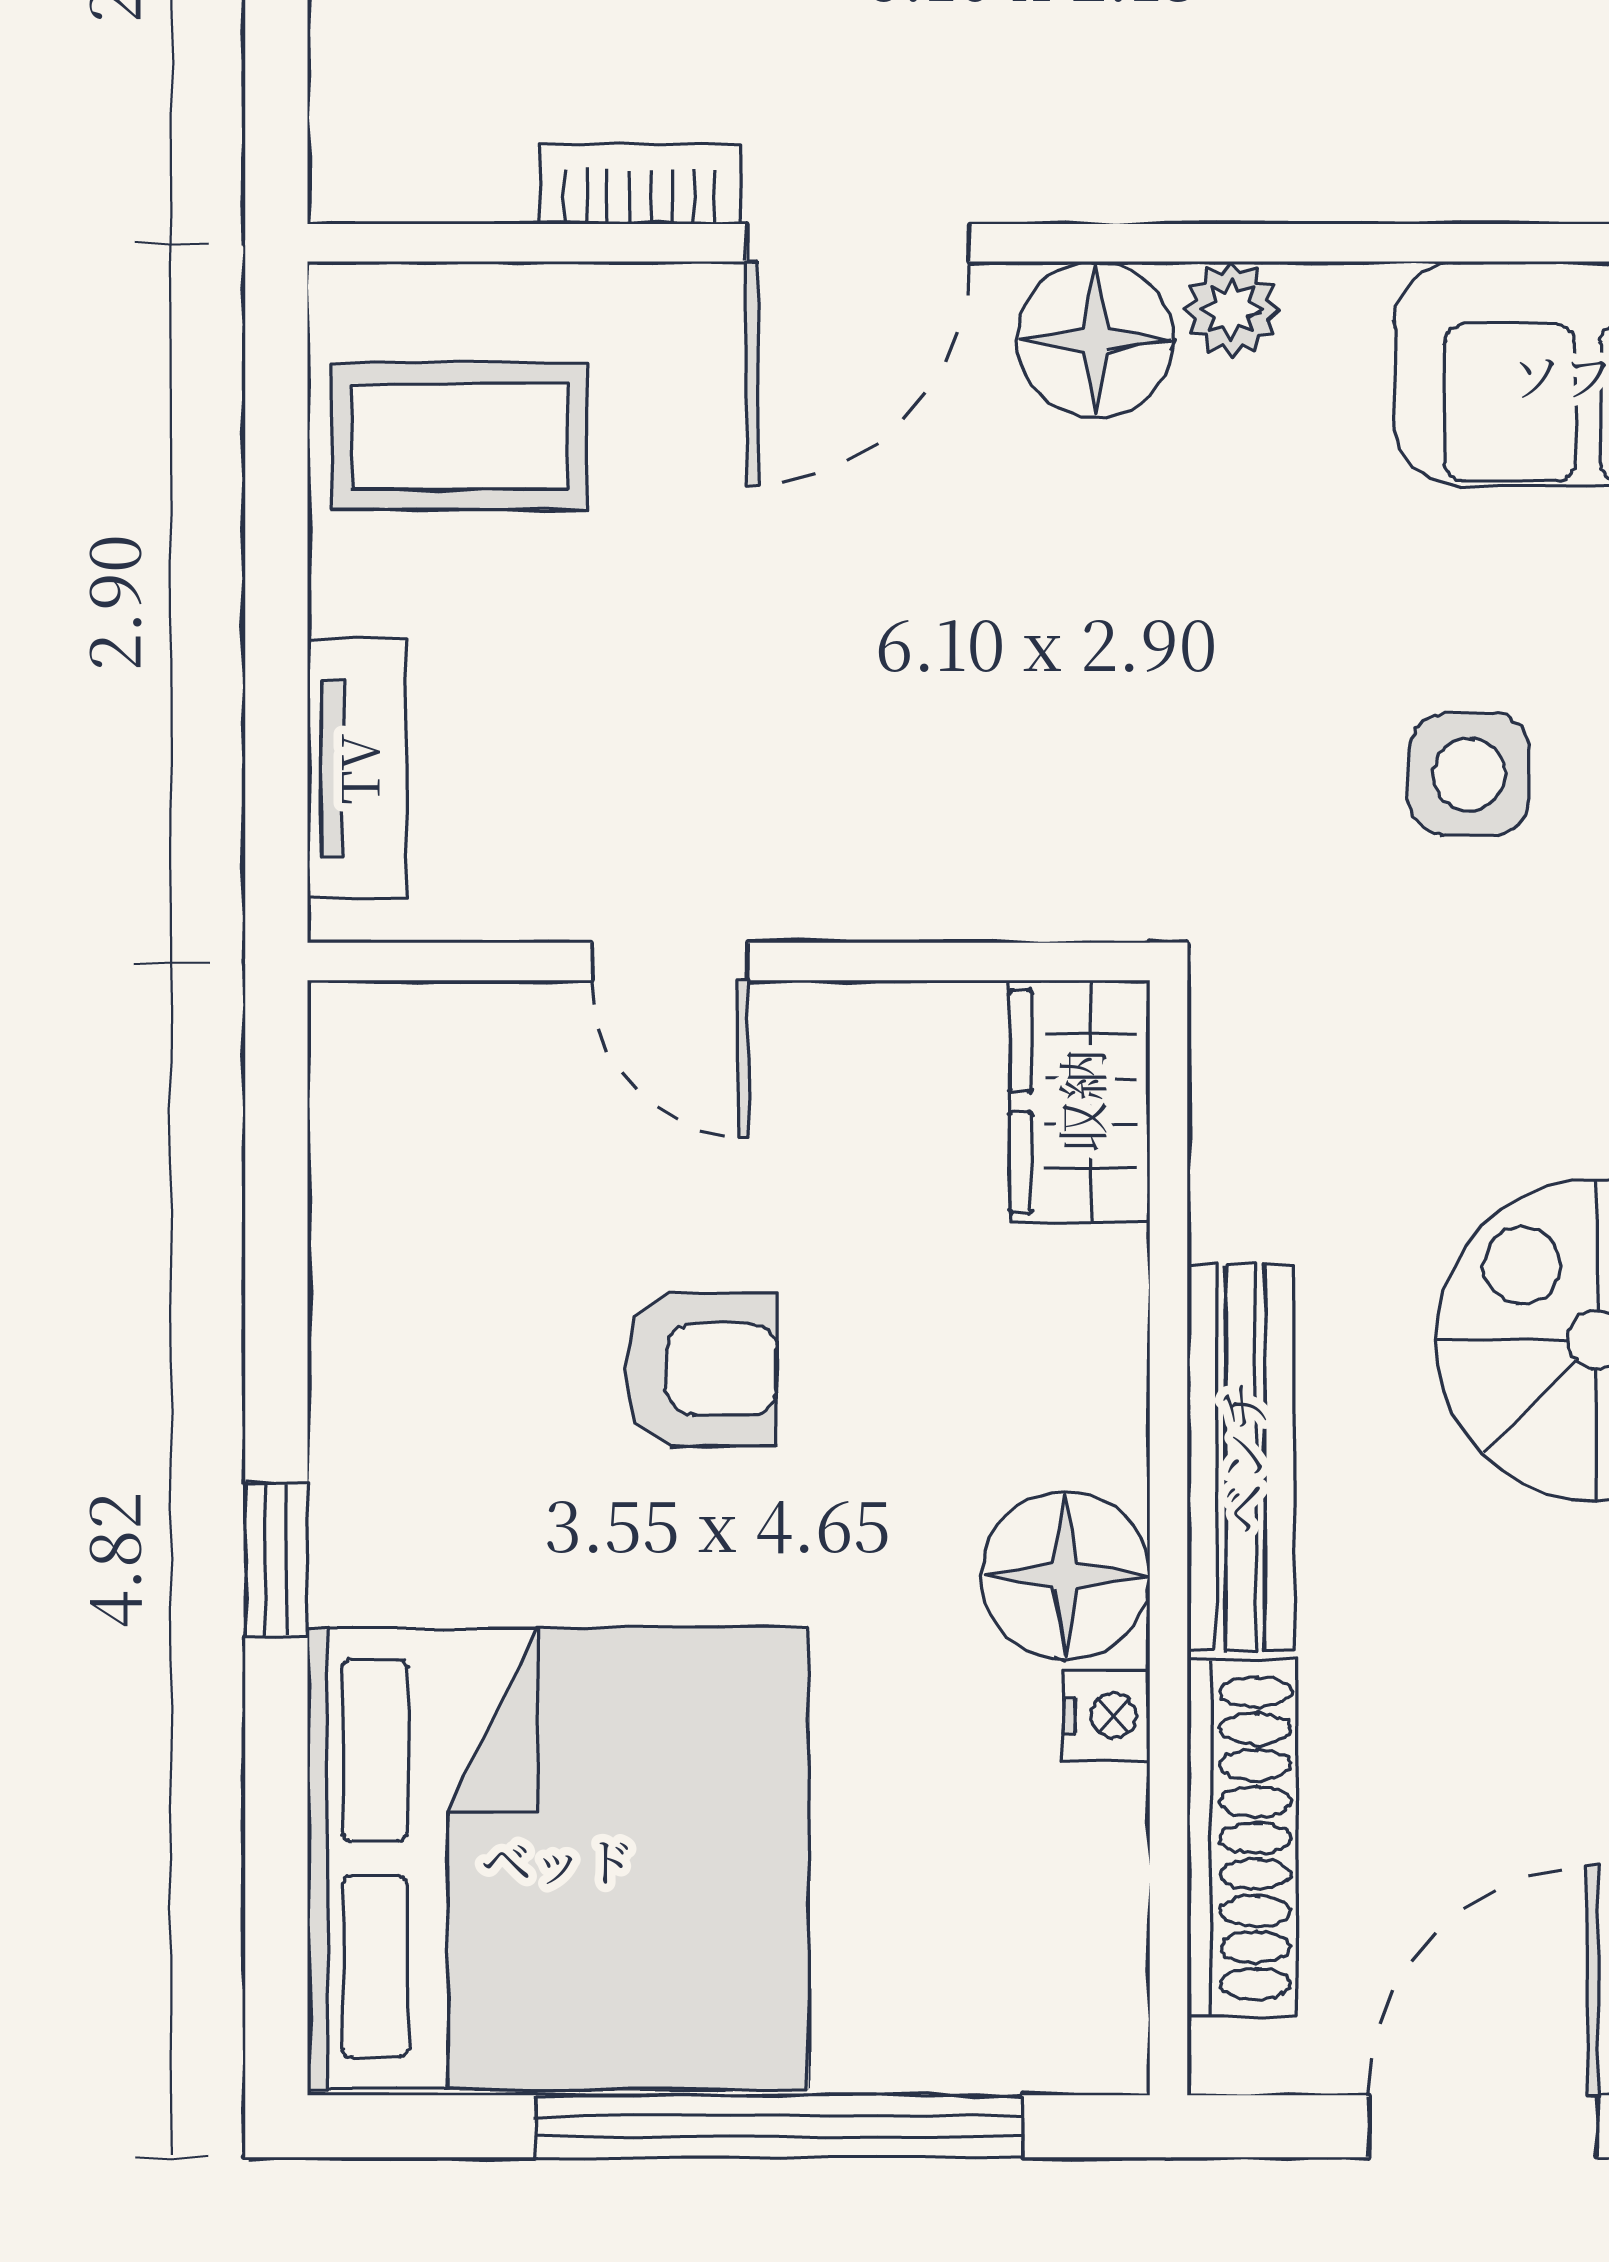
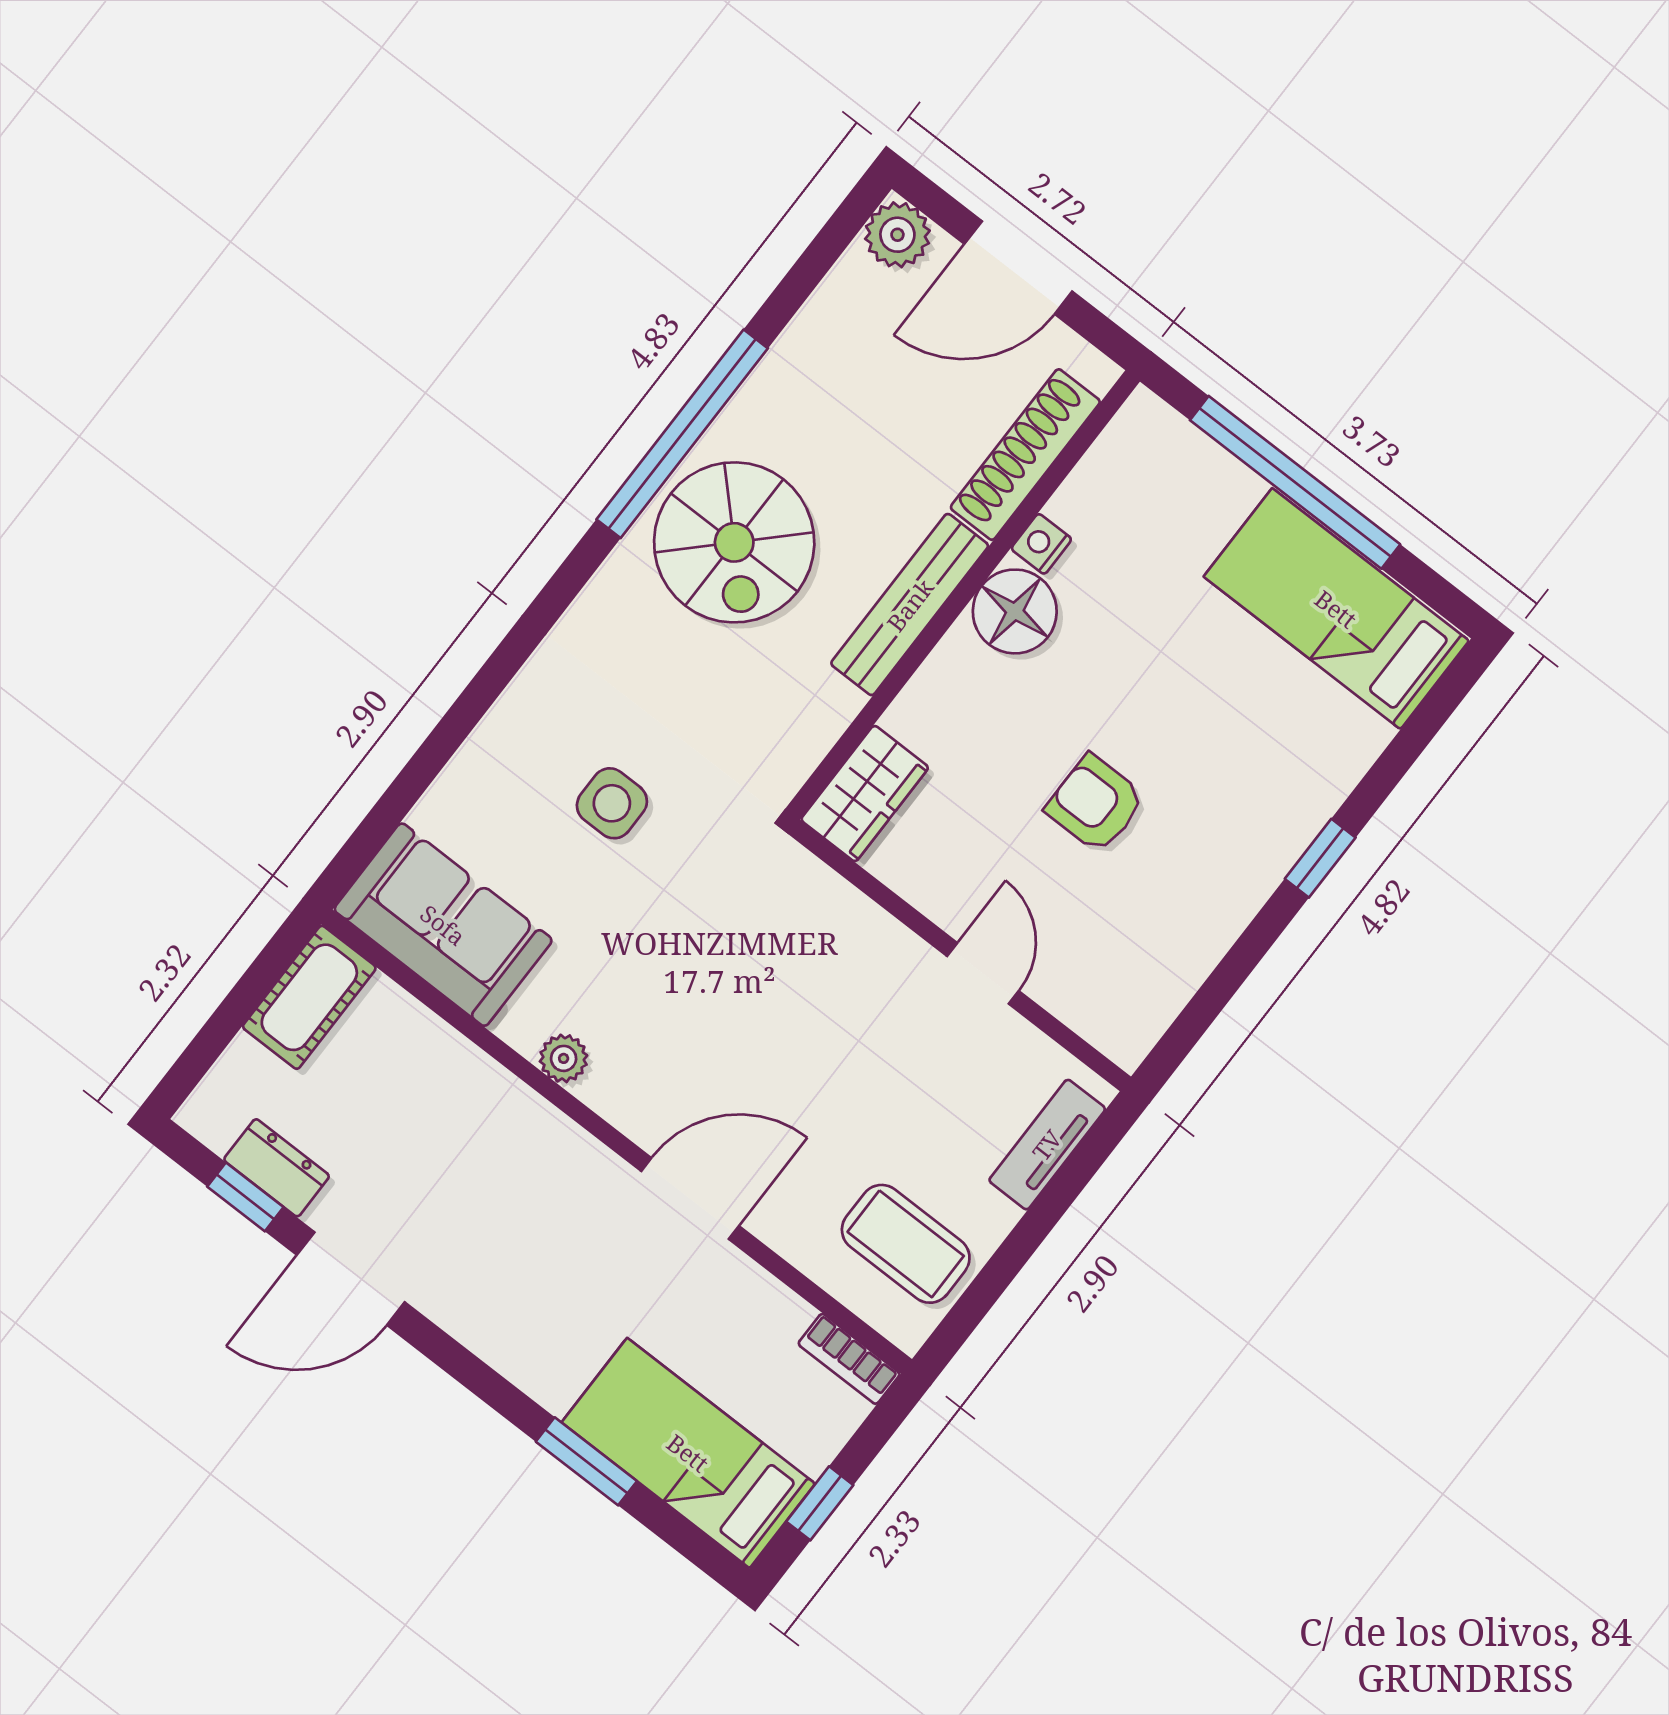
bookcase: (640, 184) -> (849, 1359), moved
floor lamp: (1095, 340) -> (626, 1088), removed
bed: (558, 1859) -> (1336, 609), width x0.49

